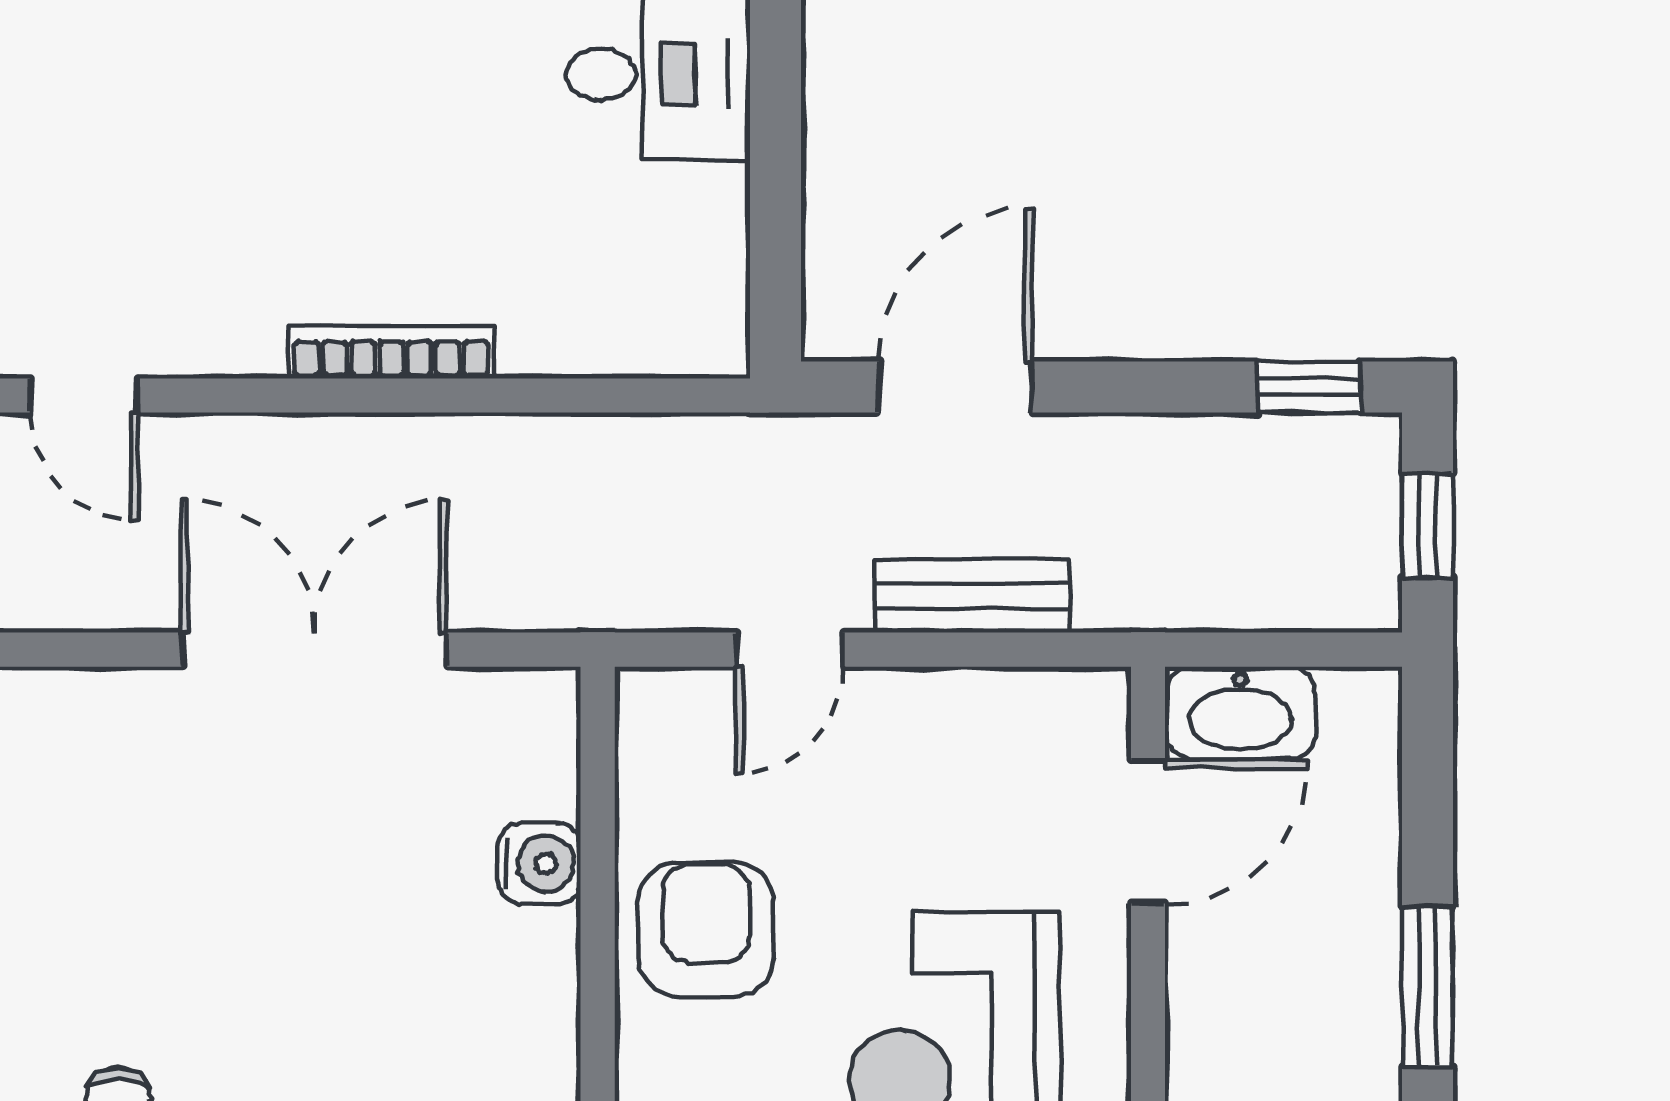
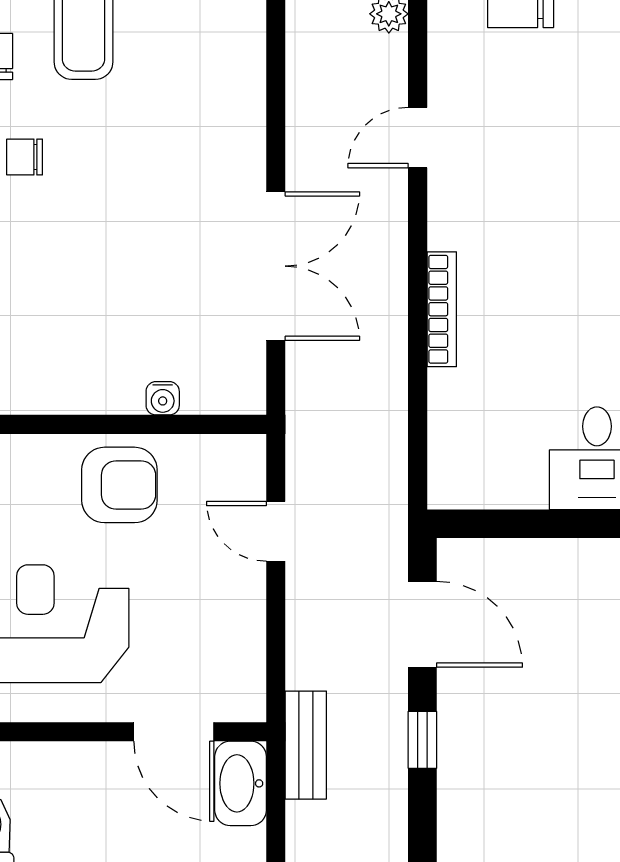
window: (1309, 387) -> (422, 740), moved
bench: (972, 596) -> (306, 745), moved
water cooler: (539, 864) -> (163, 398), width x0.72, depth x0.72

